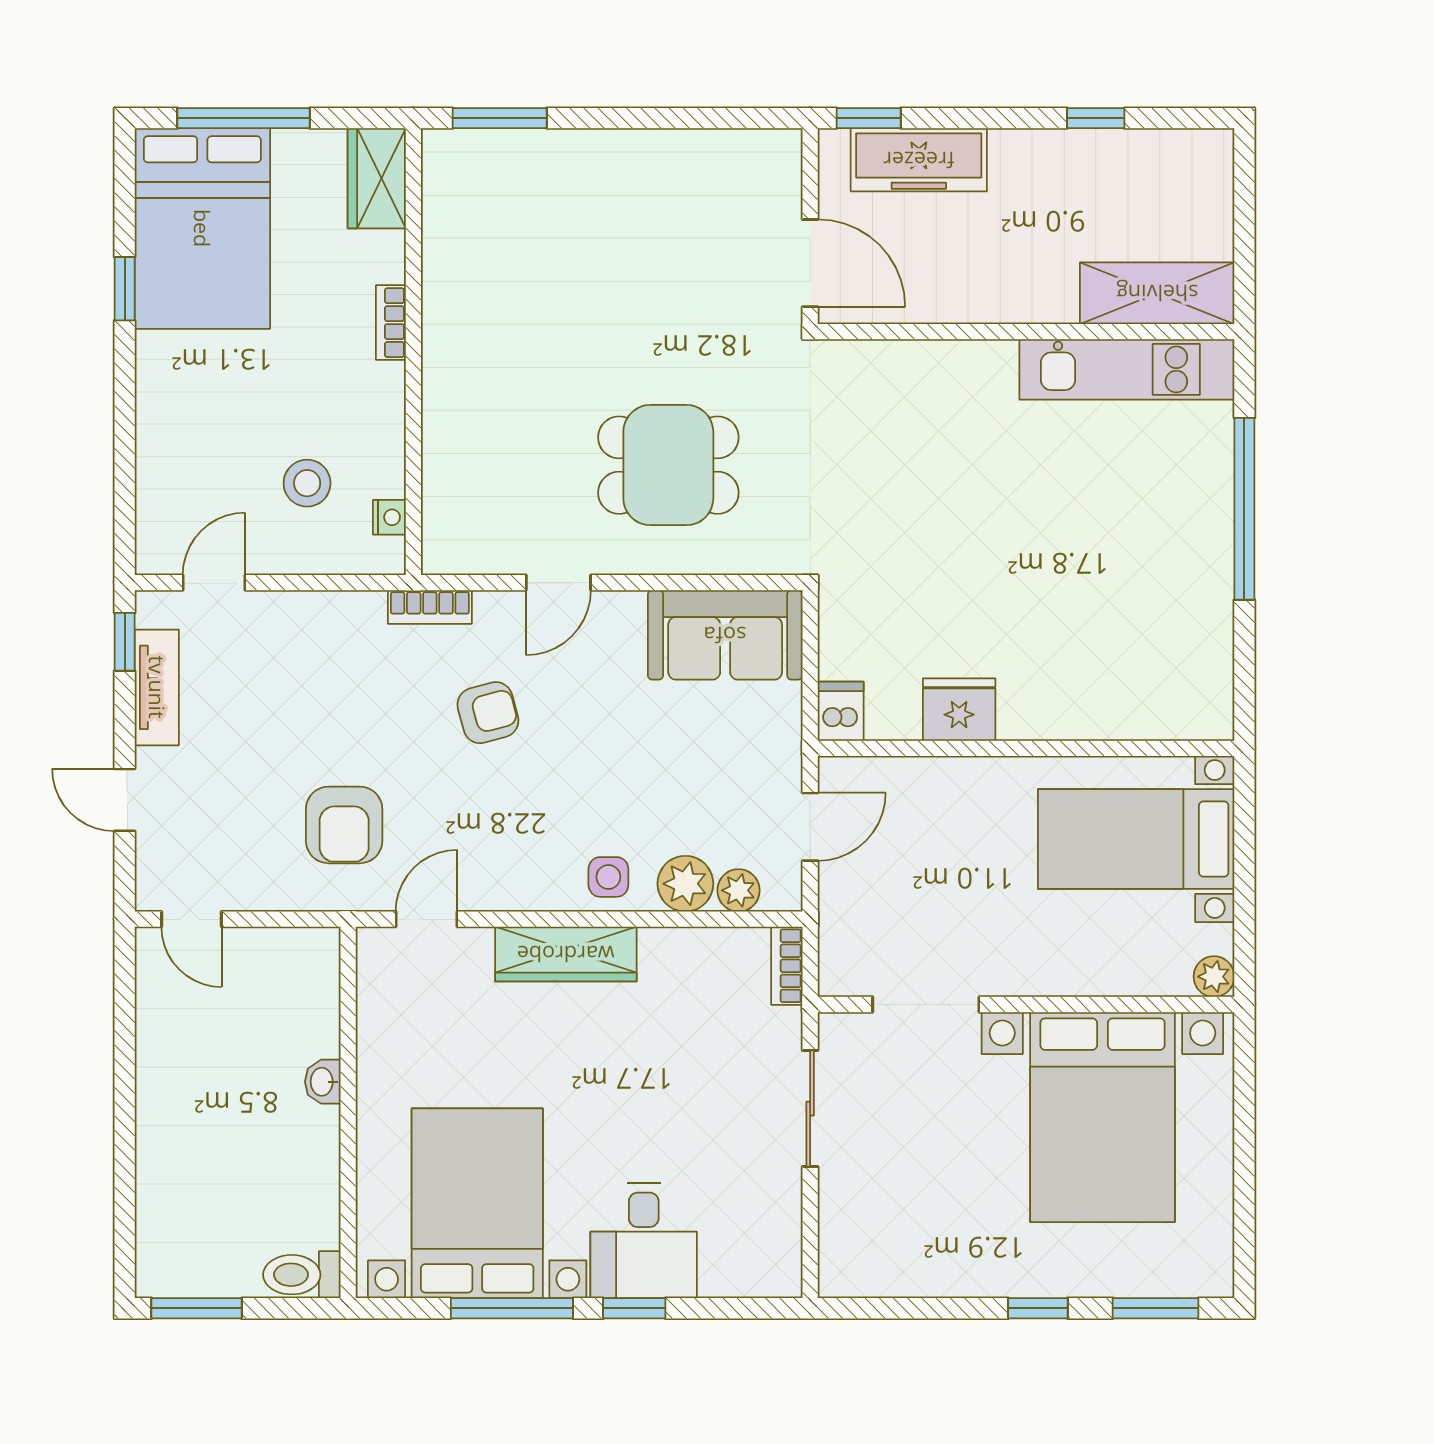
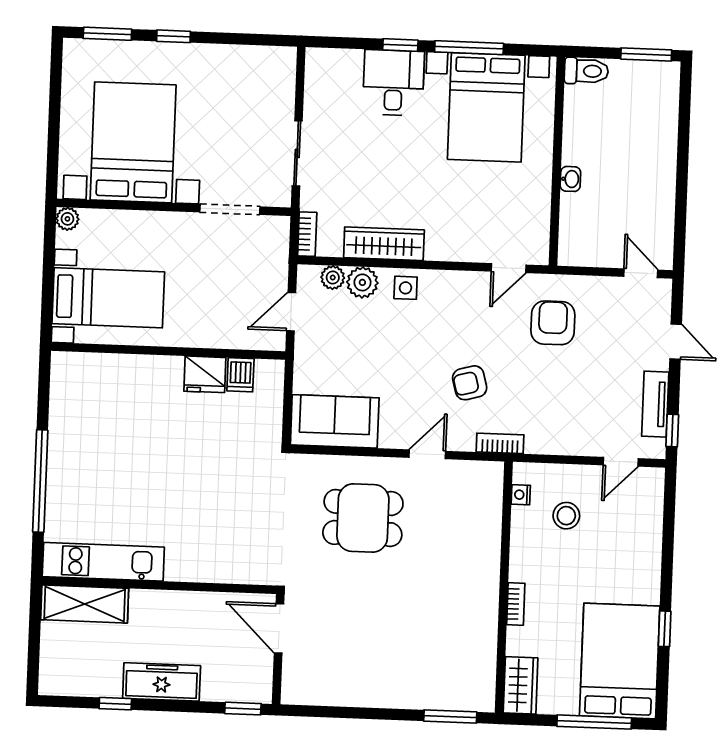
freezer: (919, 160) -> (162, 682), moved
dishwasher: (841, 711) -> (240, 375), moved
wardrobe: (566, 954) -> (384, 244), moved

